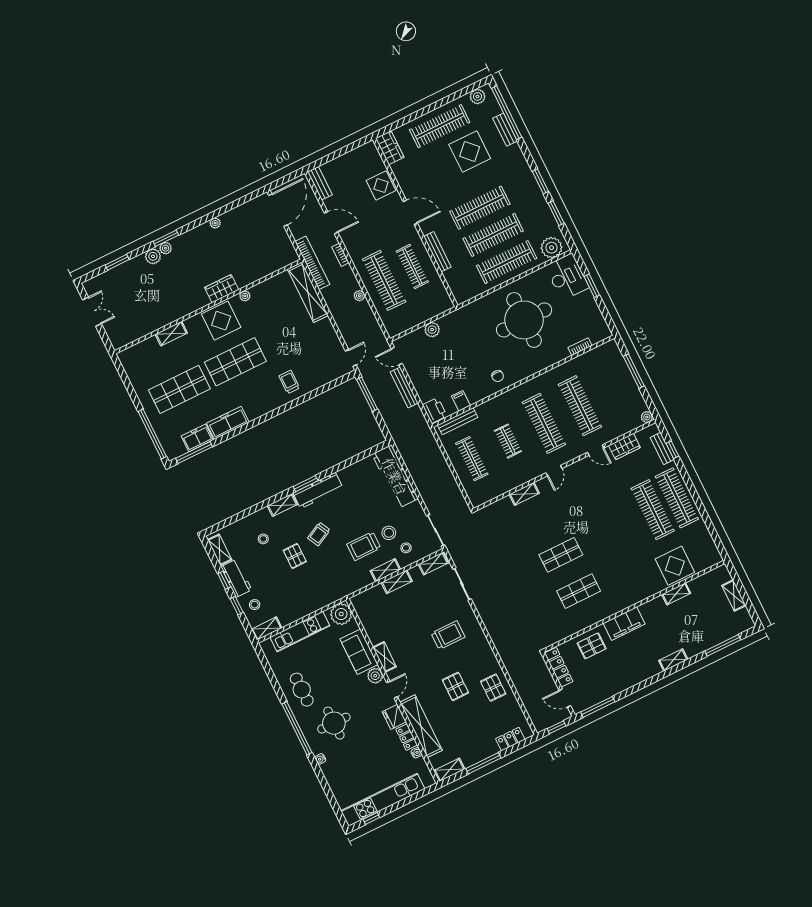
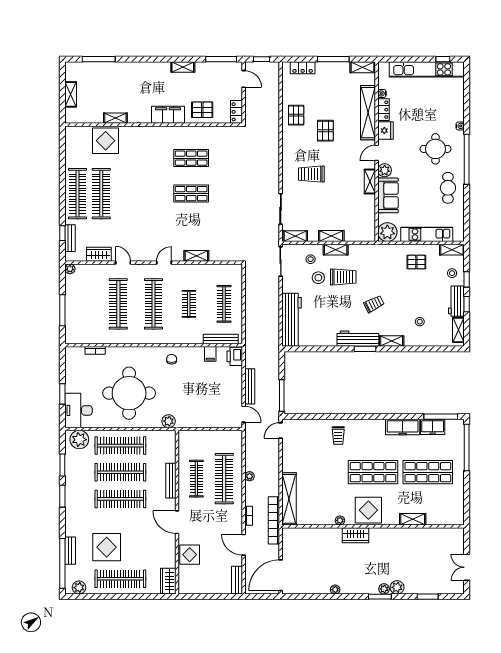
plant: (432, 330) -> (169, 421), moved
pallet: (295, 556) -> (416, 262), moved, turned 90
shelving: (673, 660) -> (183, 67), moved
locker: (559, 667) -> (237, 112), width x0.66

